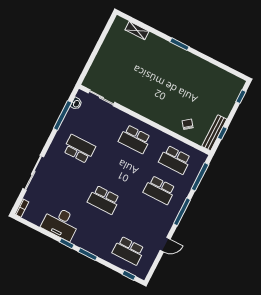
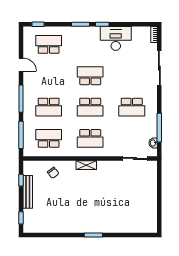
shelving: (137, 31) -> (86, 165), moved
bench: (214, 133) -> (28, 192), moved
school desk: (135, 139) -> (90, 138), turned 180
school desk: (119, 169) -> (90, 107), added
school desk: (159, 190) -> (49, 107), turned 180
door: (165, 245) -> (21, 65), swing flipped

